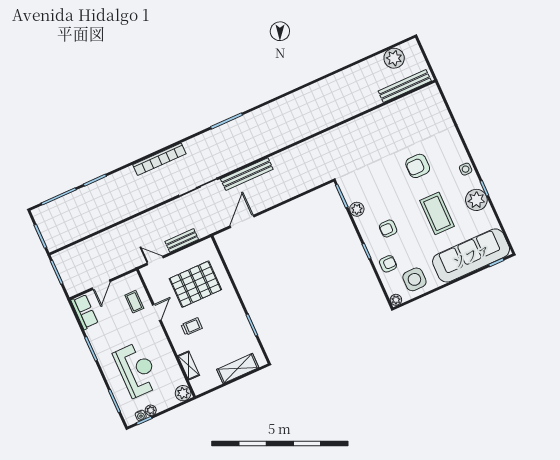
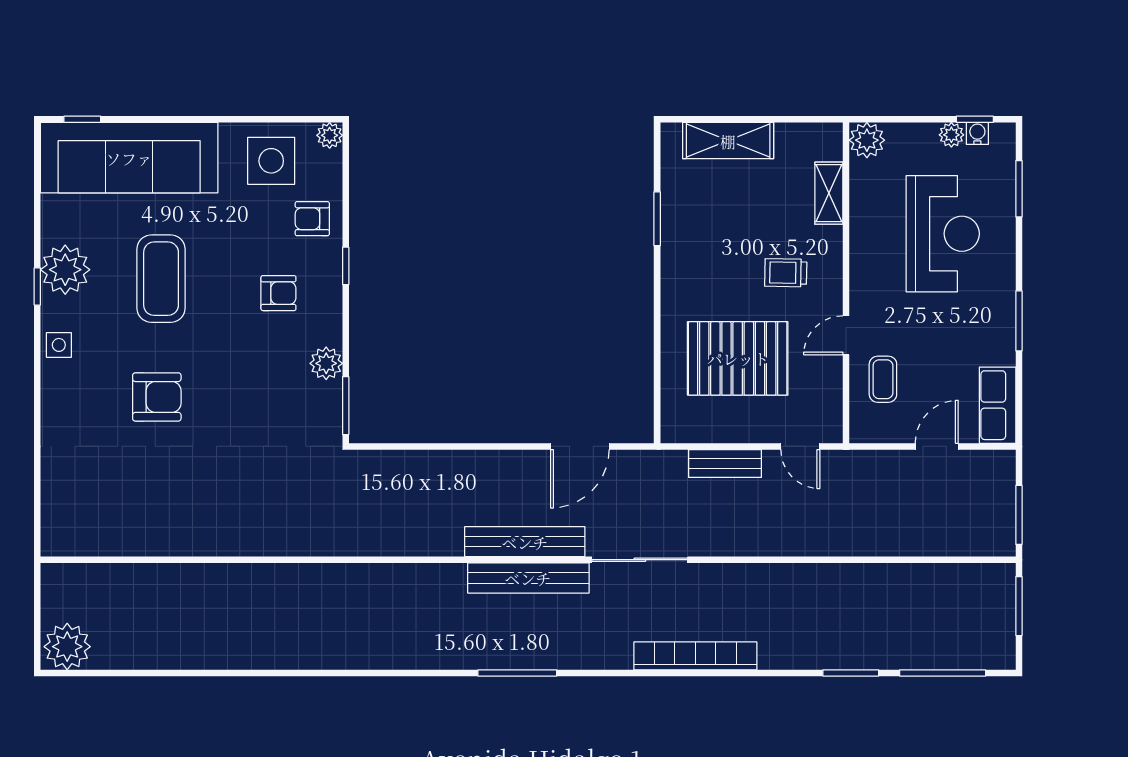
plant: (394, 58) -> (67, 647), moved
bench: (405, 86) -> (528, 578), moved
reception desk: (137, 370) -> (943, 234), turned 180

